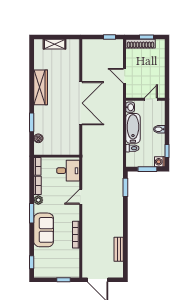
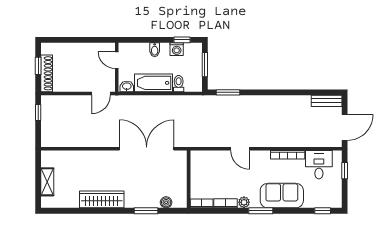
door: (125, 76) -> (101, 93), moved
double door: (81, 103) -> (147, 149), moved
washing machine: (160, 162) -> (177, 49), moved
desk: (68, 171) -> (319, 165), moved
bench: (119, 249) -> (327, 101), moved

